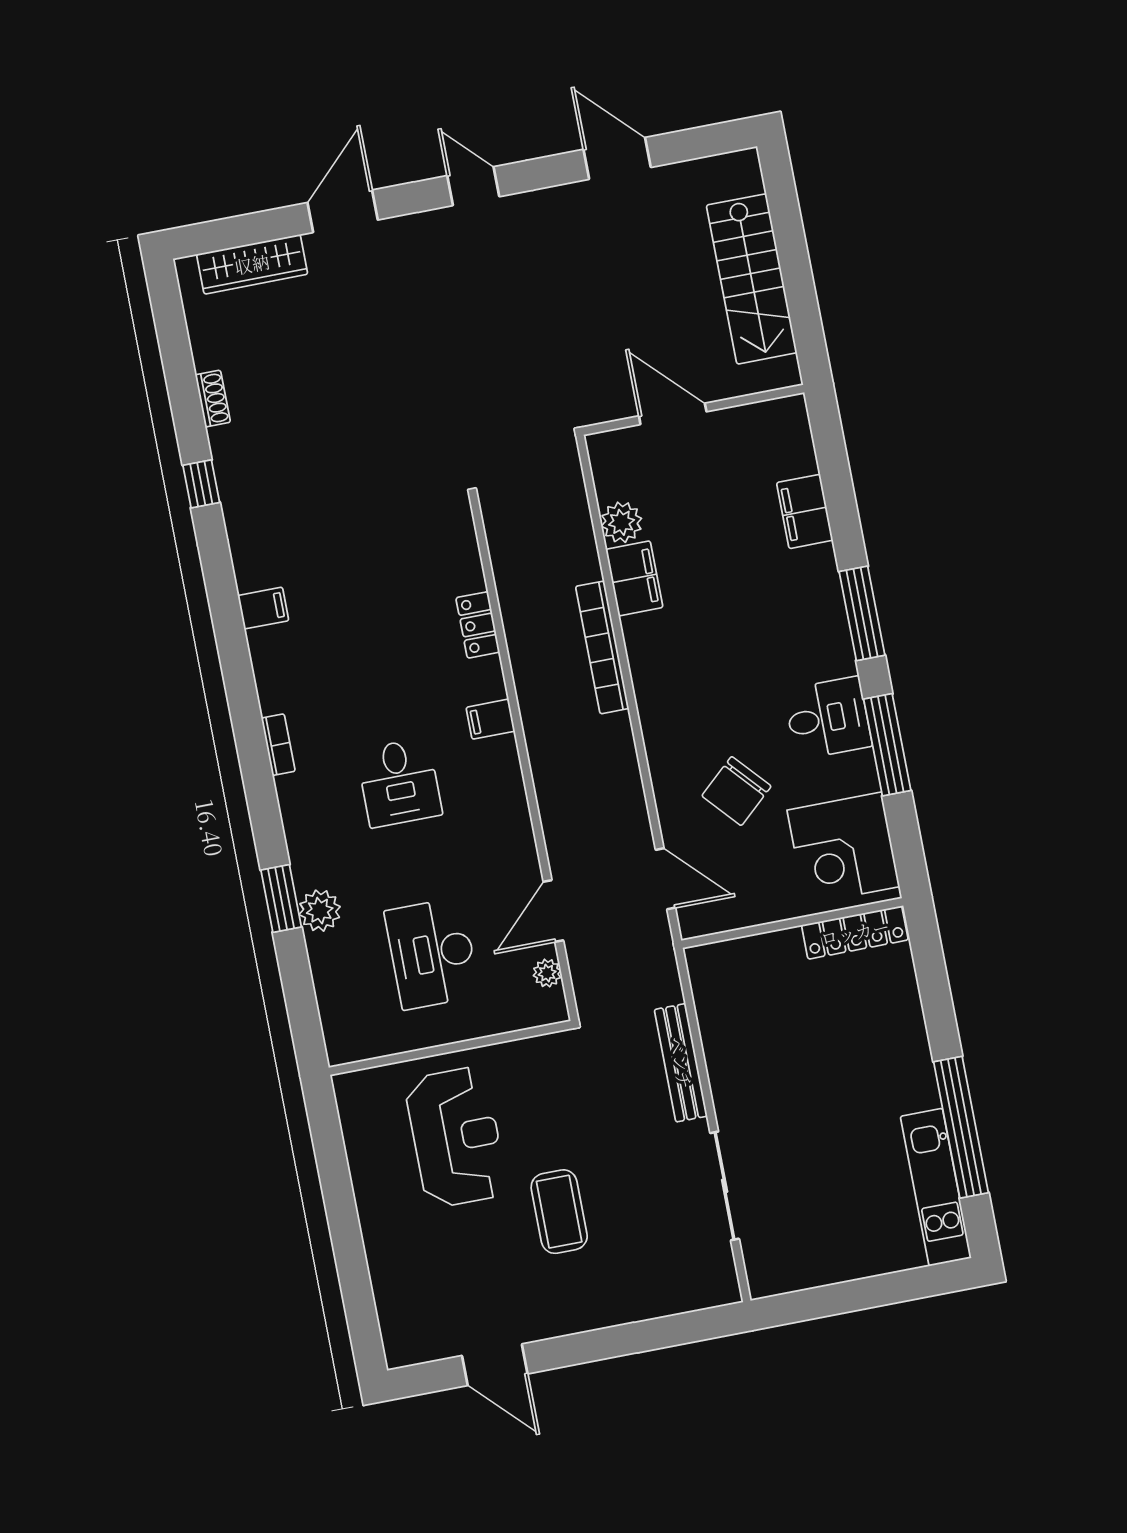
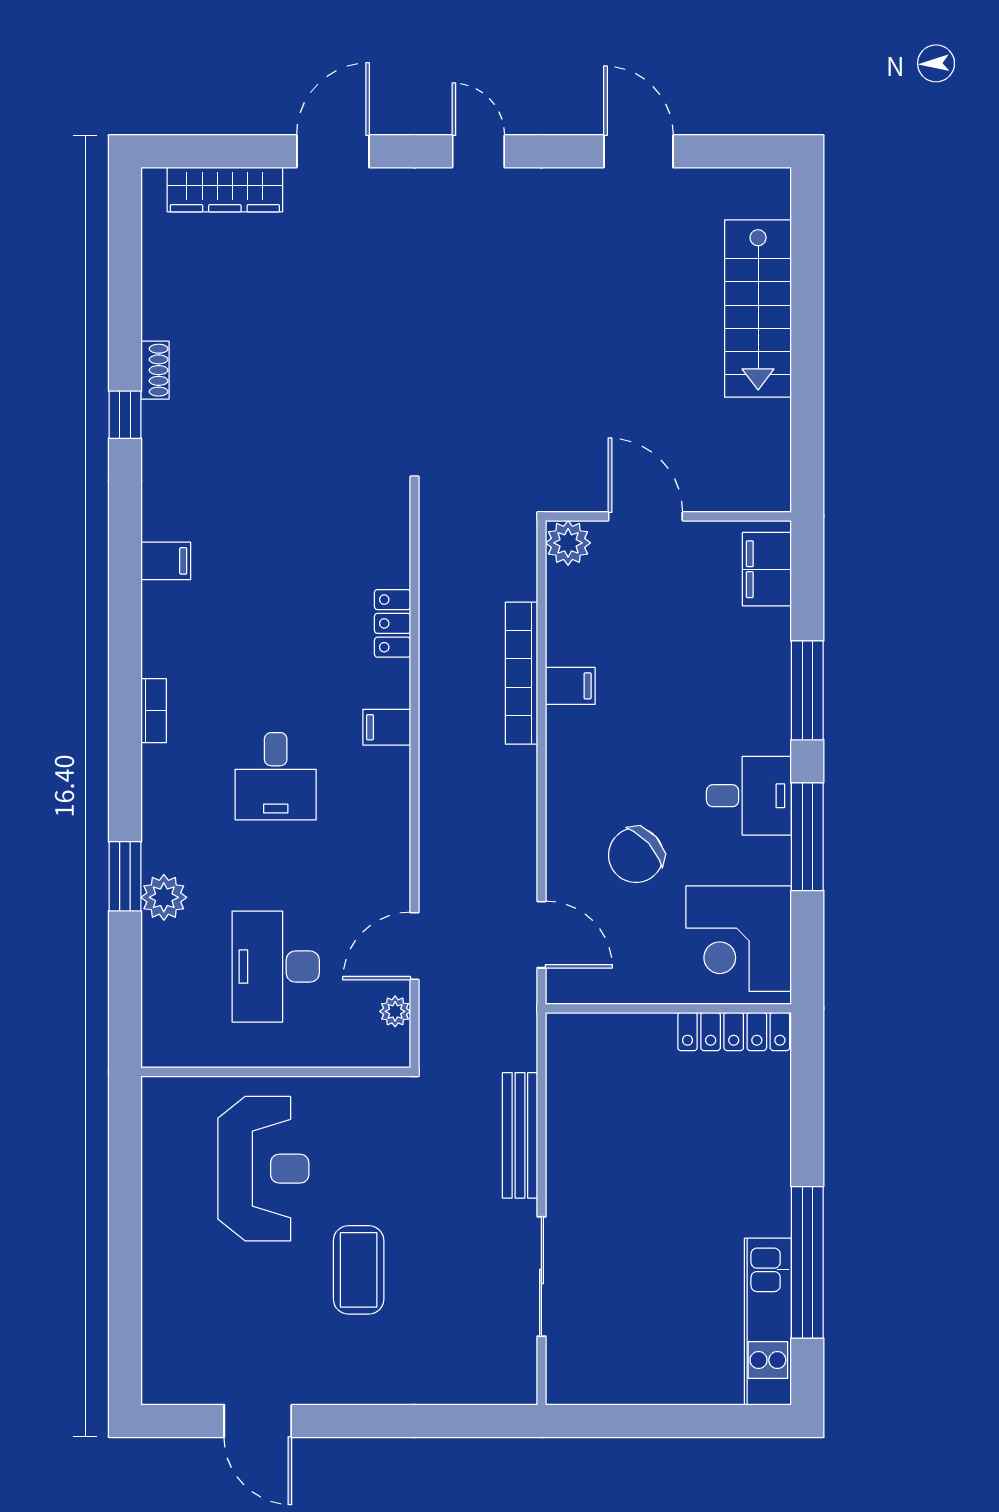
shoe rack: (213, 399) -> (155, 370), moved
wall: (693, 410) -> (668, 516), moved
door: (673, 414) -> (645, 516), moved
filing cabinet: (634, 578) -> (570, 686), moved, width x0.50

